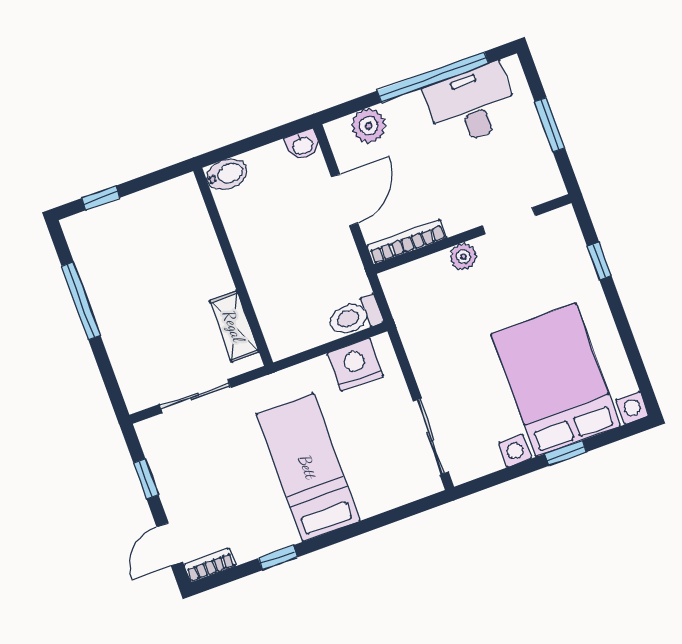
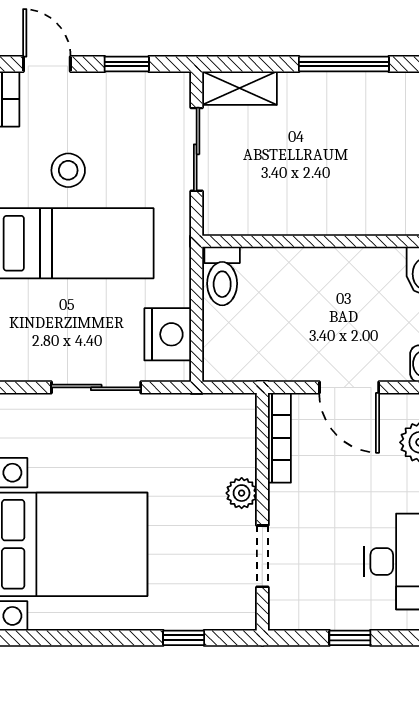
window: (550, 125) -> (350, 638), width x0.67
toilet: (355, 316) -> (222, 276), moved, turned 180
shelving: (234, 326) -> (240, 88), moved
sliding door: (431, 436) -> (96, 387), moved
stool: (250, 495) -> (68, 170), added

